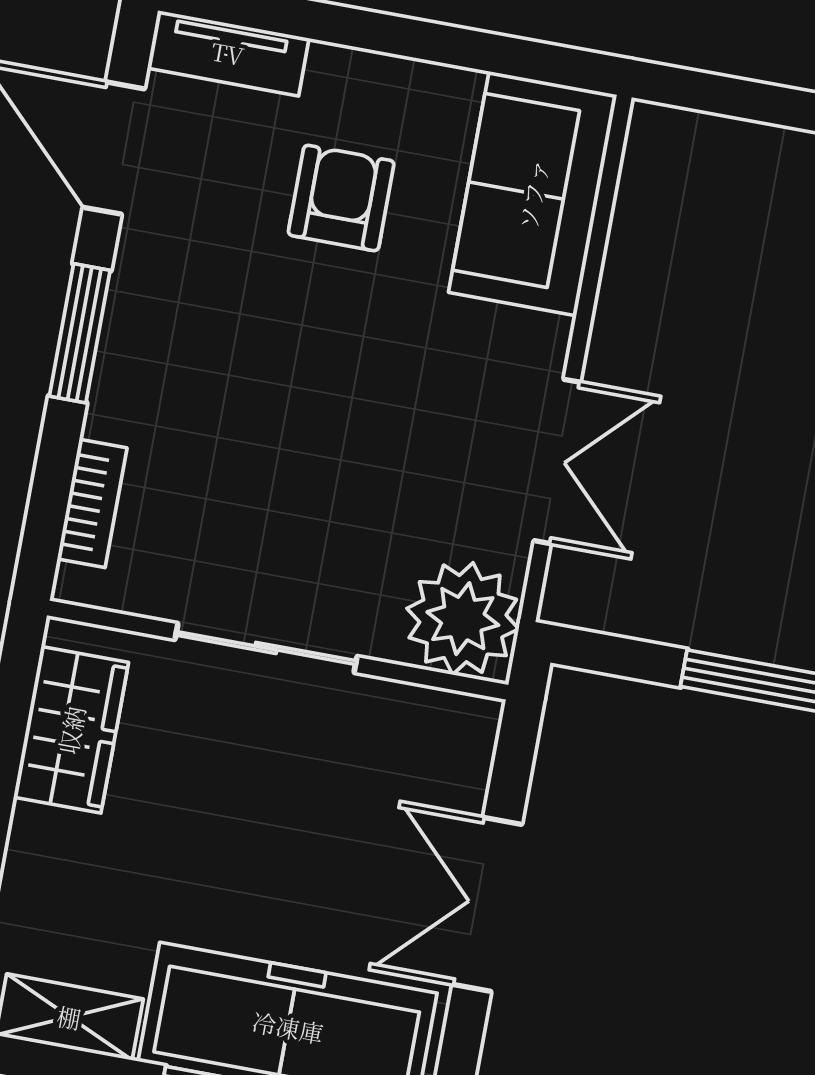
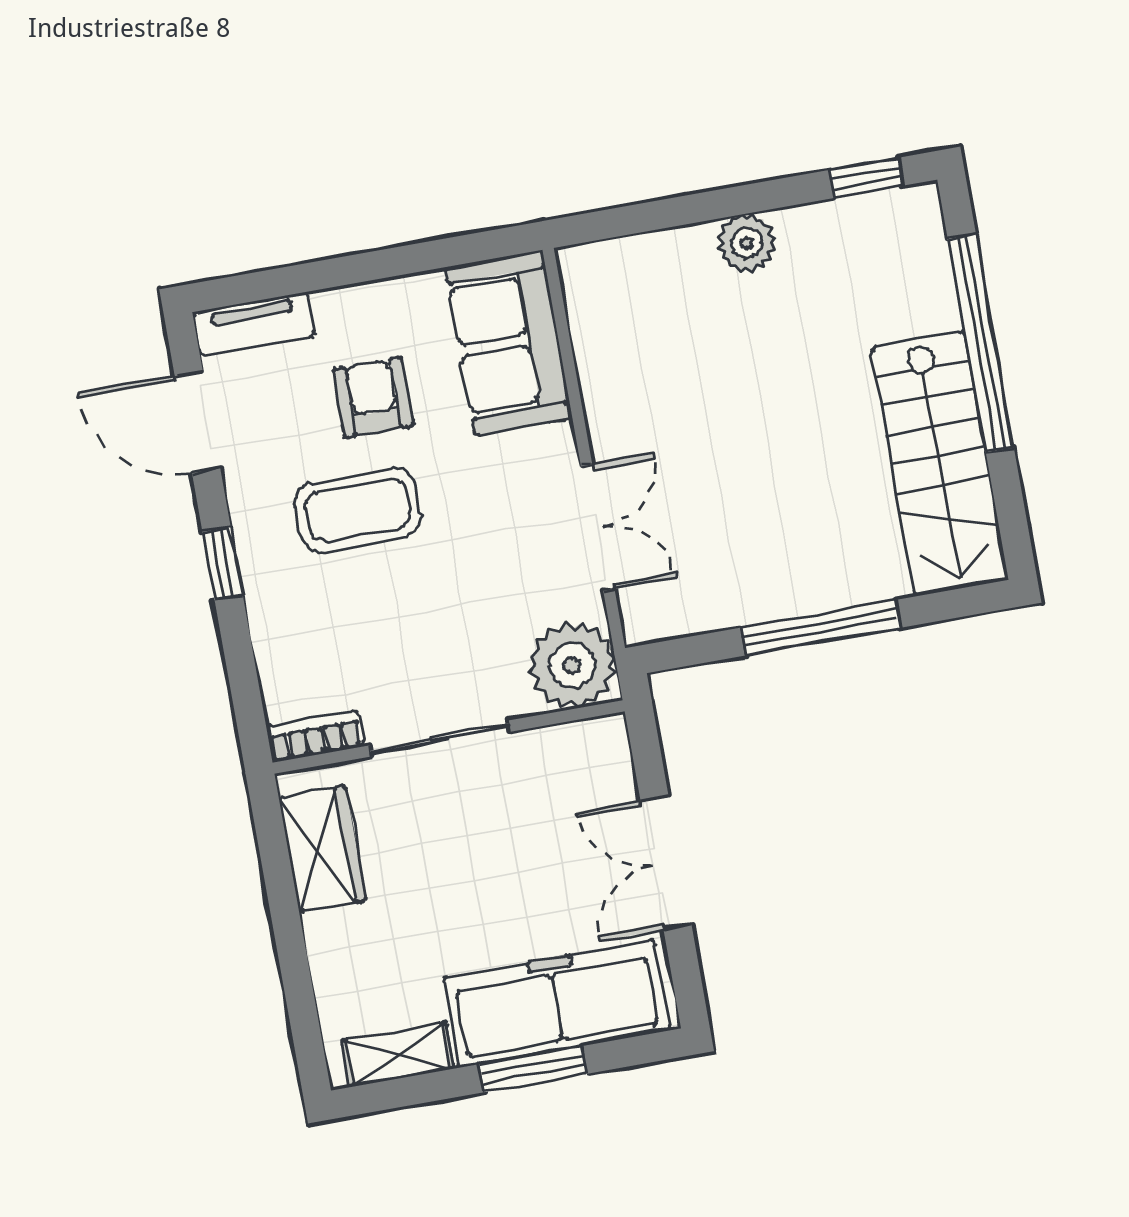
coffee table: (271, 329) -> (358, 510), added
window: (80, 333) -> (223, 564), width x0.67
bookcase: (92, 503) -> (315, 736), moved, turned -90

